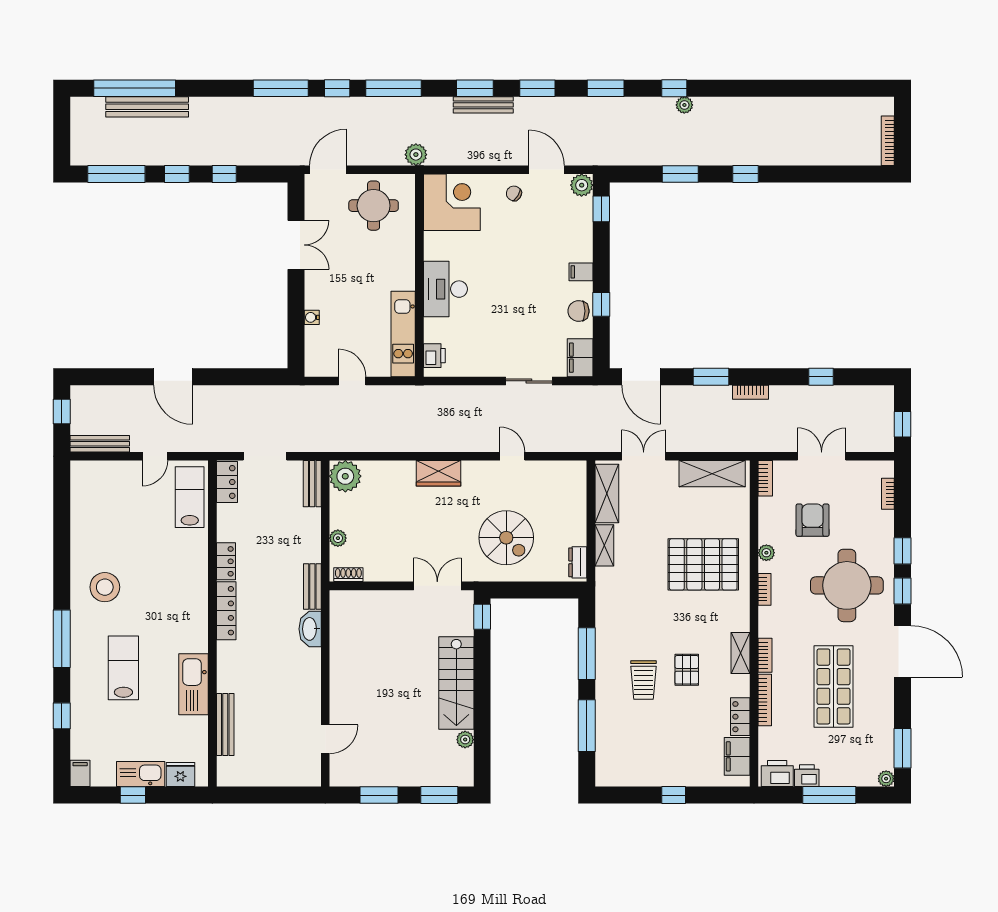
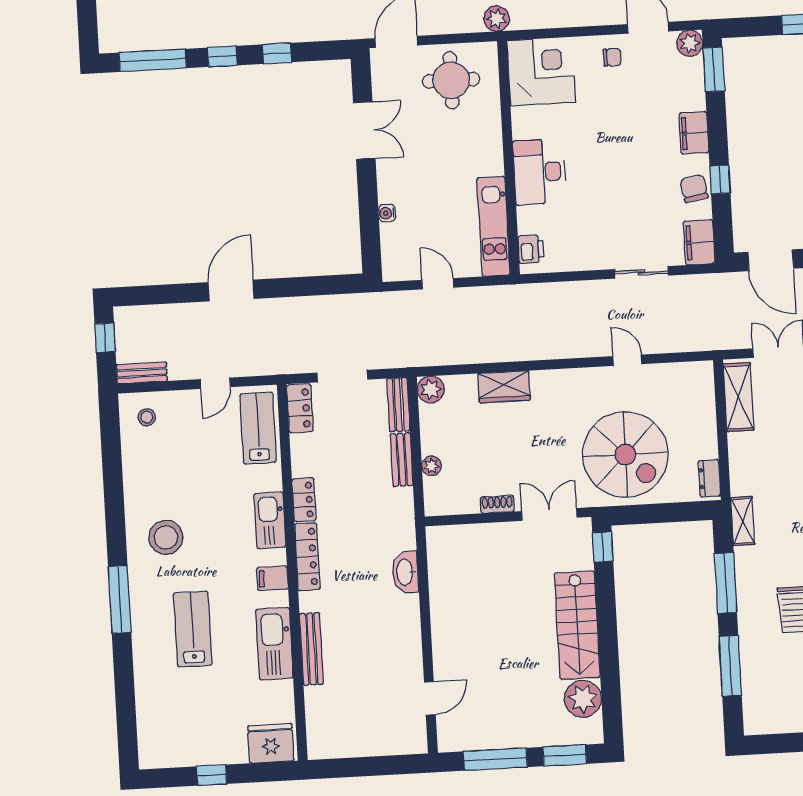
chair: (514, 193) -> (612, 57), turned 147
window: (601, 209) -> (714, 69), width x1.50
filing cabinet: (581, 272) -> (694, 133), width x2.00
chair: (579, 311) -> (694, 189), turned 80
door: (173, 377) -> (231, 290), swing flipped
bench: (100, 444) -> (142, 373), width x0.73
wardrobe: (438, 473) -> (504, 387), moved
plant: (345, 476) -> (431, 389), width x0.73, depth x0.73
stool: (94, 482) -> (147, 417), added
spiral stairs: (506, 538) -> (625, 454), width x1.37, depth x1.37
shelving: (604, 545) -> (743, 521), moved
shoe rack: (348, 575) -> (497, 504), moved
bench: (312, 587) -> (402, 460), moved
window: (62, 716) -> (125, 688), removed
bench: (225, 725) -> (311, 649), moved
plant: (465, 740) -> (583, 699), width x1.87, depth x1.87
filing cabinet: (80, 773) -> (272, 578), moved, turned -90
kitchen sink: (141, 774) -> (270, 520), moved, turned -90
fridge: (180, 774) -> (271, 743), width x1.36, depth x1.34
window: (379, 795) -> (495, 759), width x1.44

